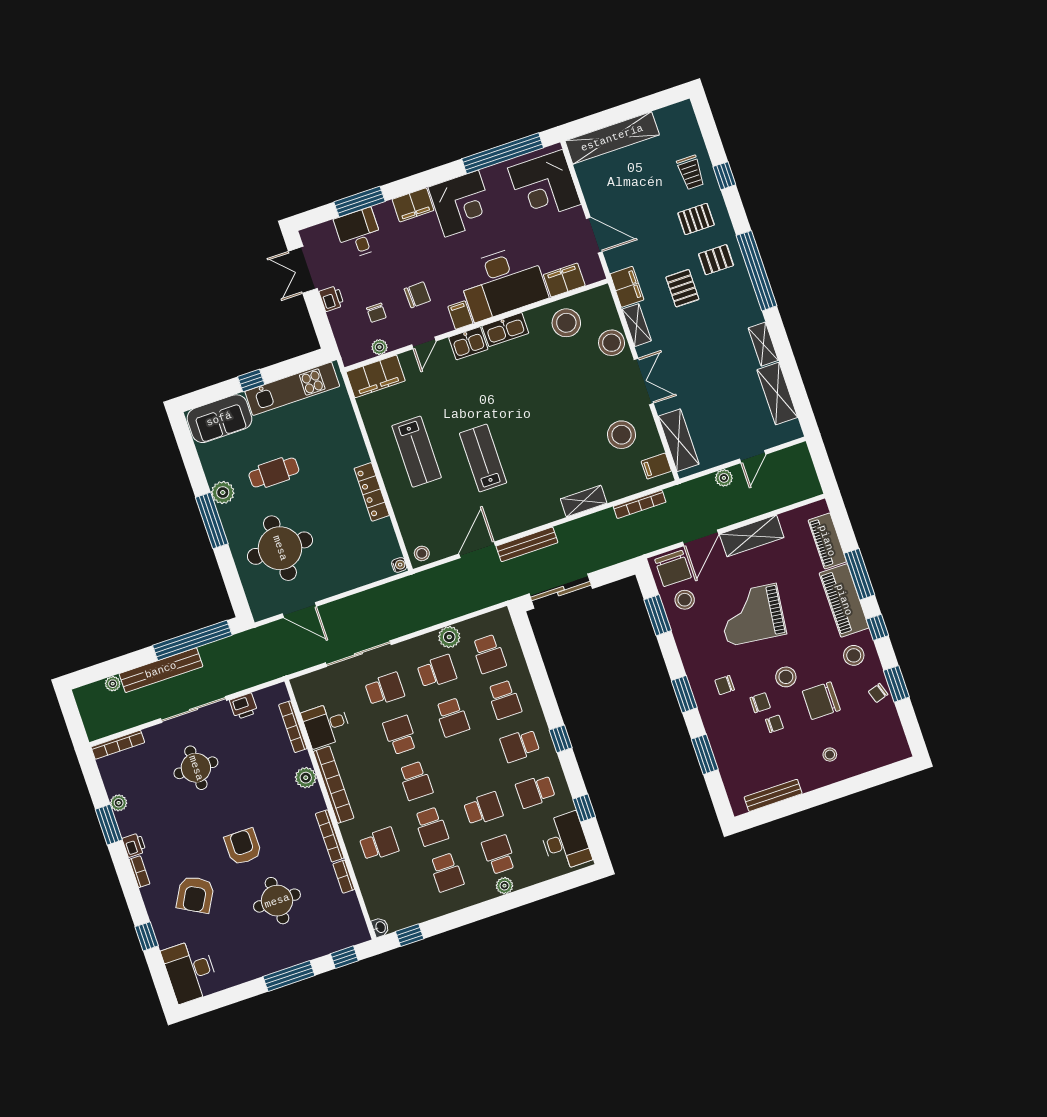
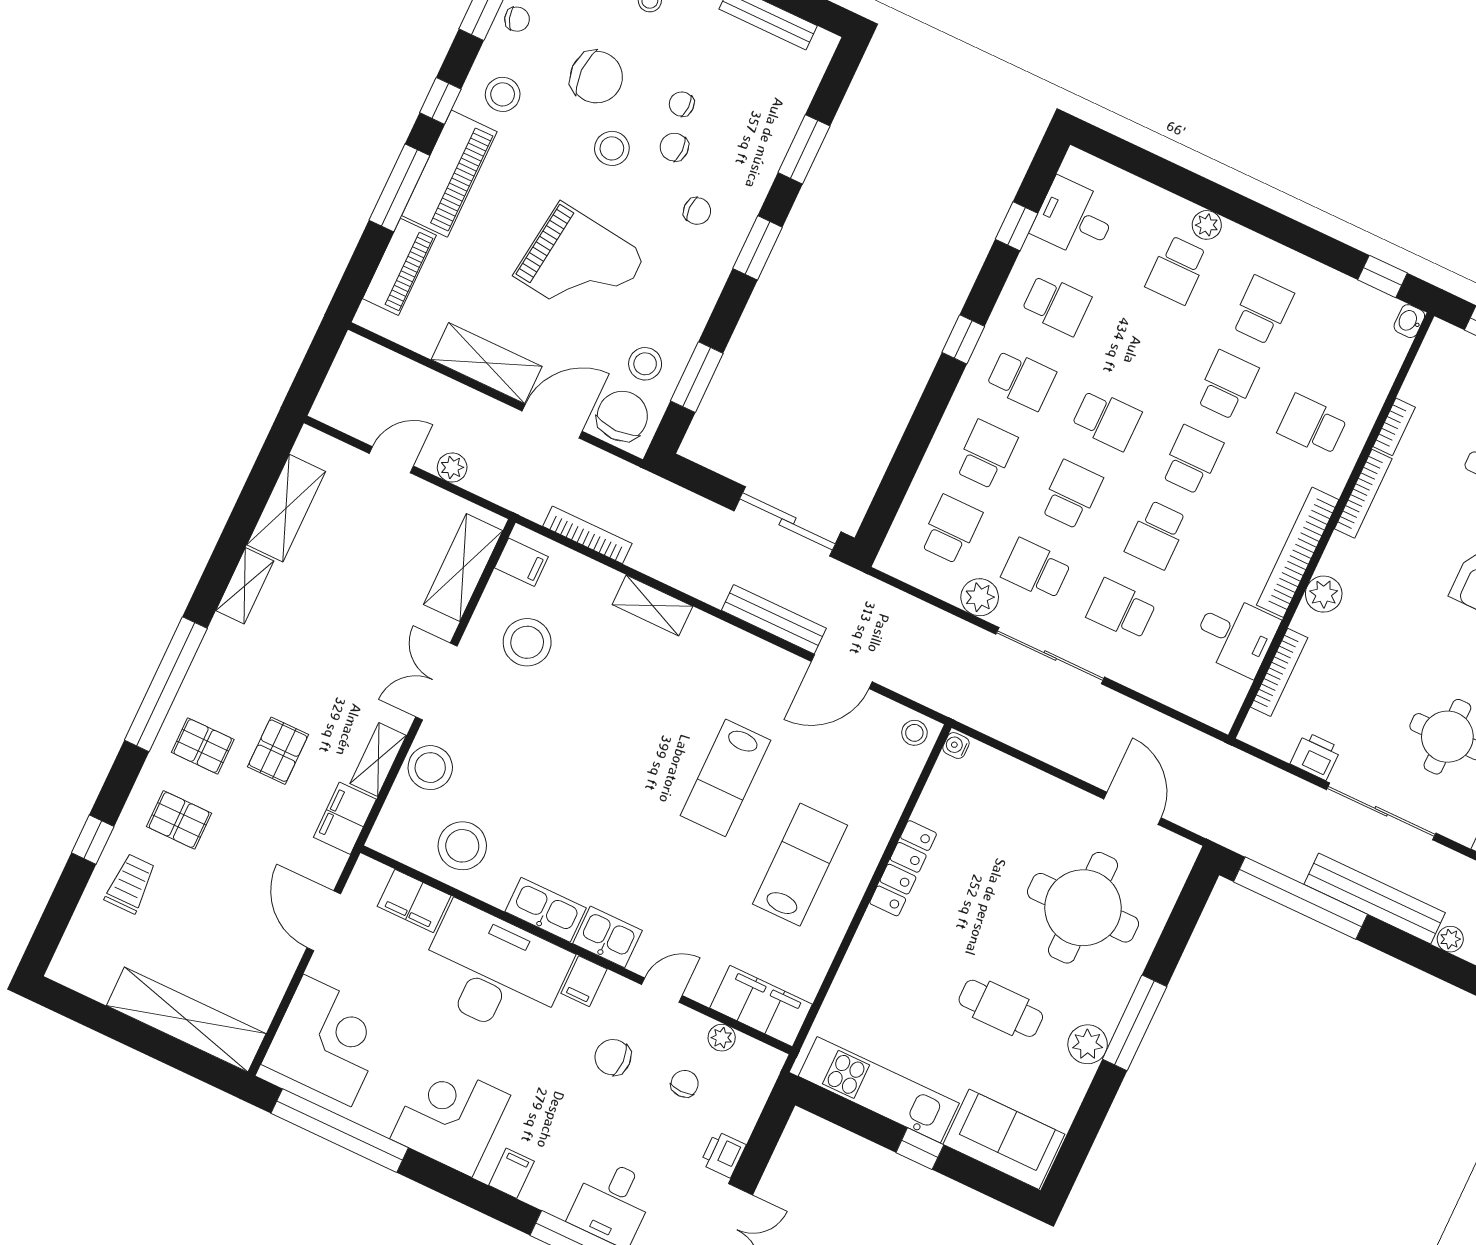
filing cabinet: (413, 205) -> (511, 1173), width x0.50
sliding door: (358, 654) -> (1050, 656), moved
school desk: (483, 809) -> (1107, 420), moved, turned 180
desk: (565, 842) -> (1074, 218), width x0.73

